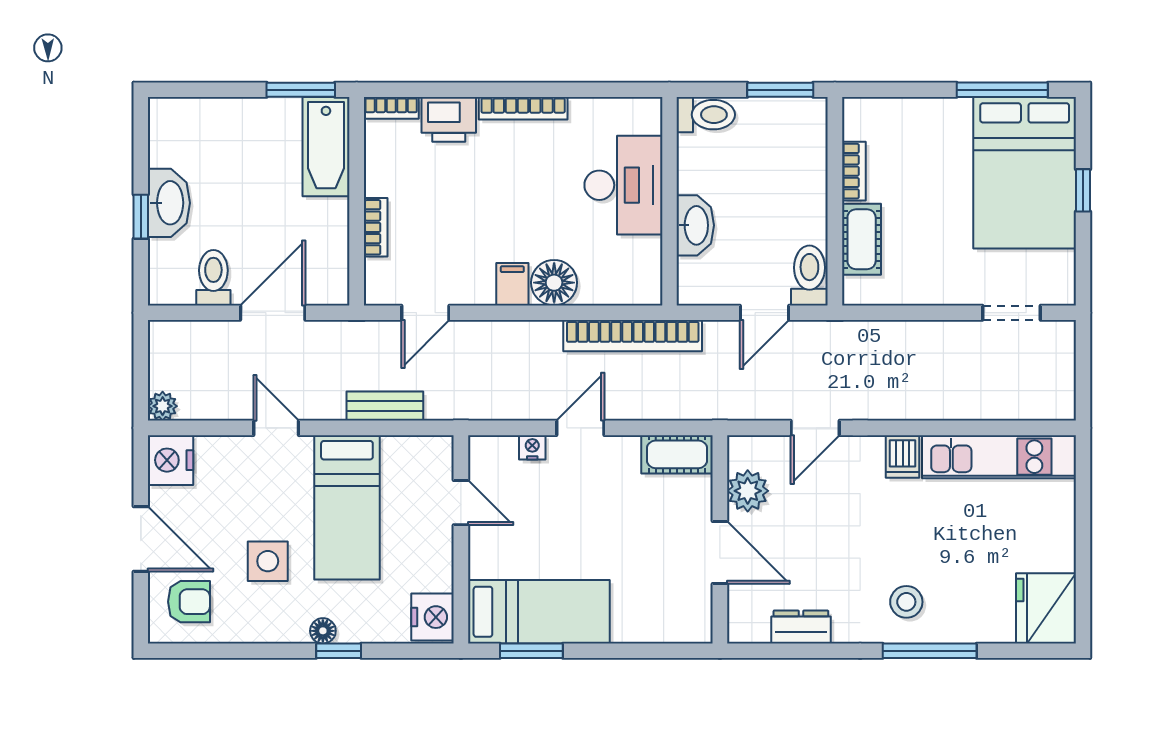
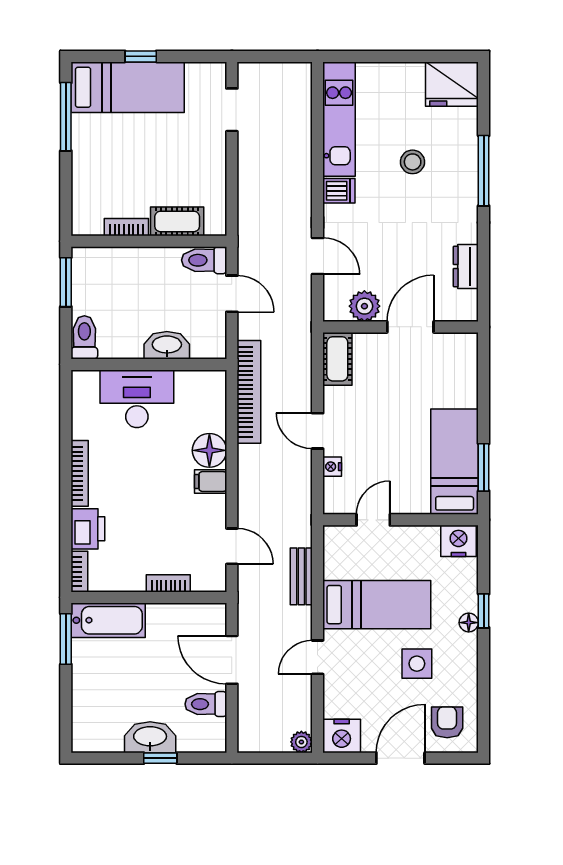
bed: (1025, 173) -> (128, 87), width x0.67
stool: (906, 602) -> (413, 162), moved

